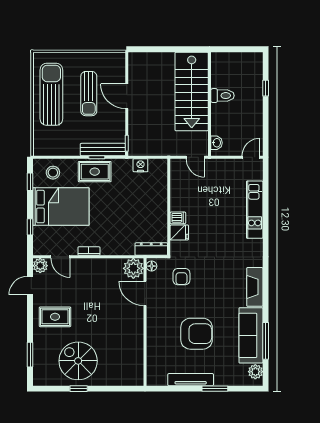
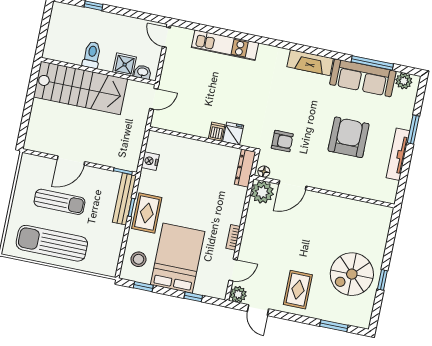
shower: (220, 126) -> (125, 65), added

